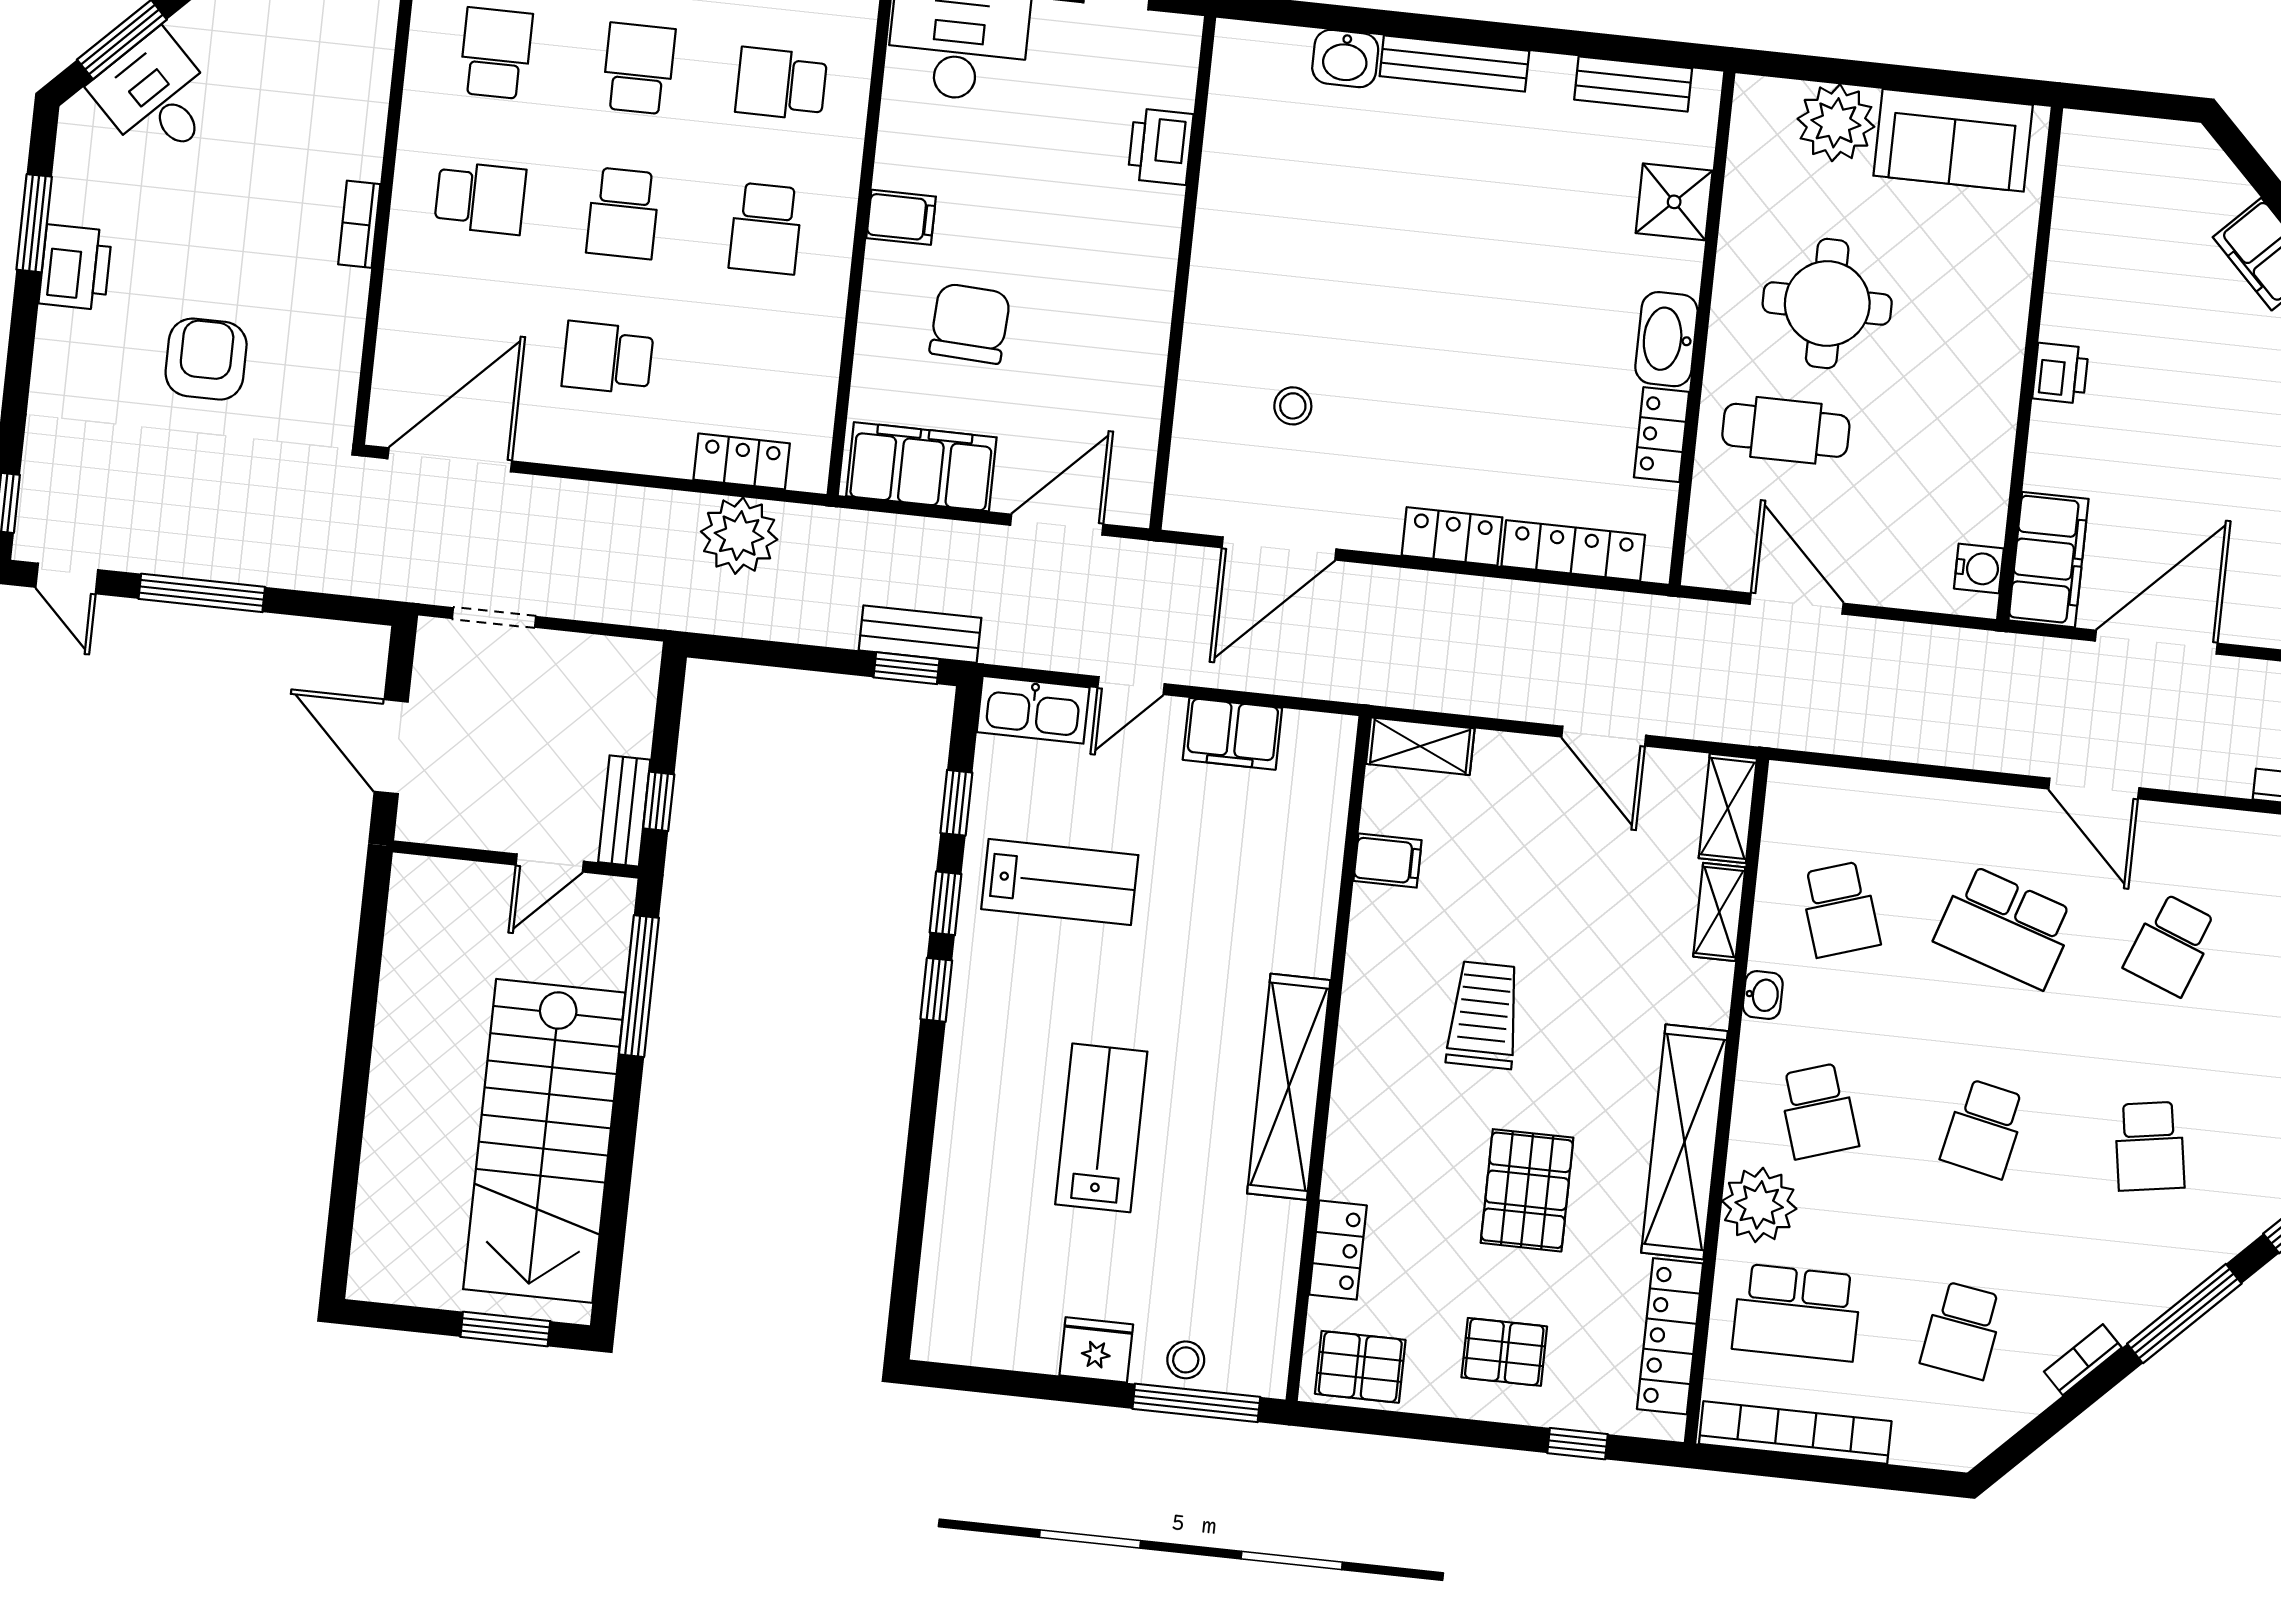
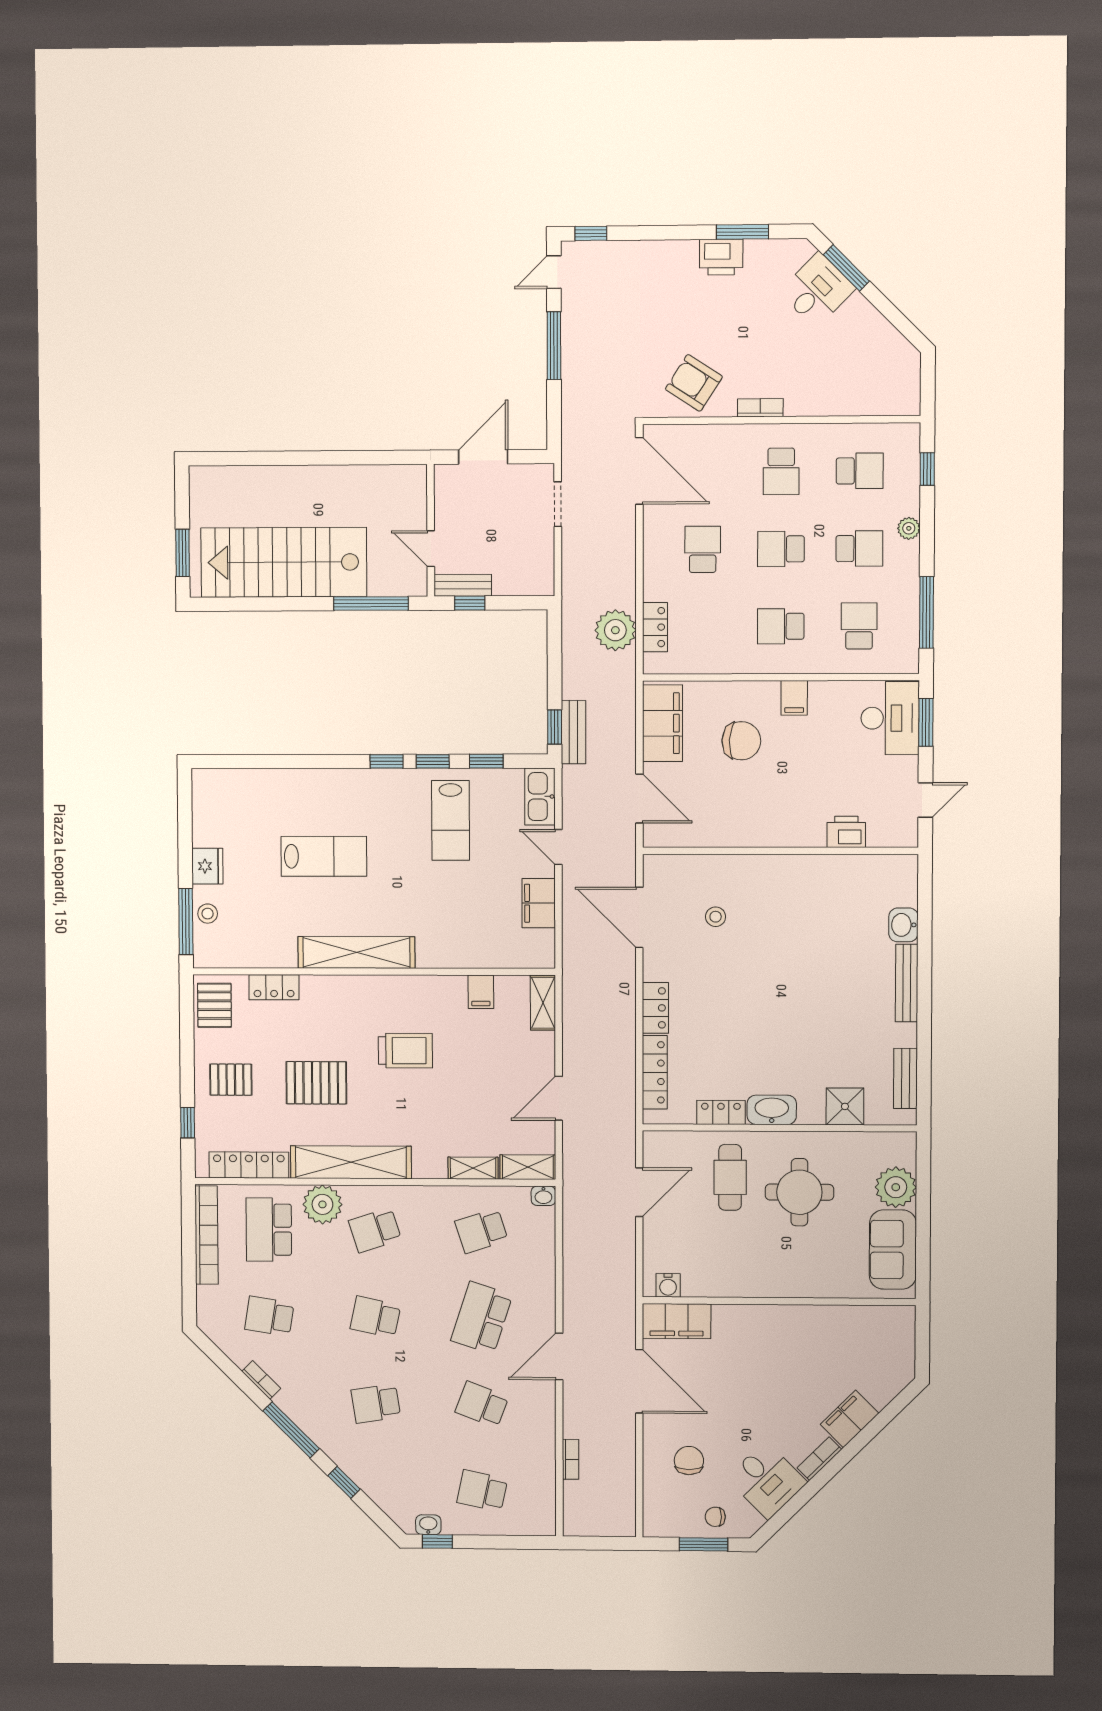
armchair: (206, 359) -> (694, 383), moved, turned -147
printer: (2060, 373) -> (775, 1318), removed
washbasin: (1763, 995) -> (543, 1196), moved
pallet: (1504, 1352) -> (231, 1080), turned 90

